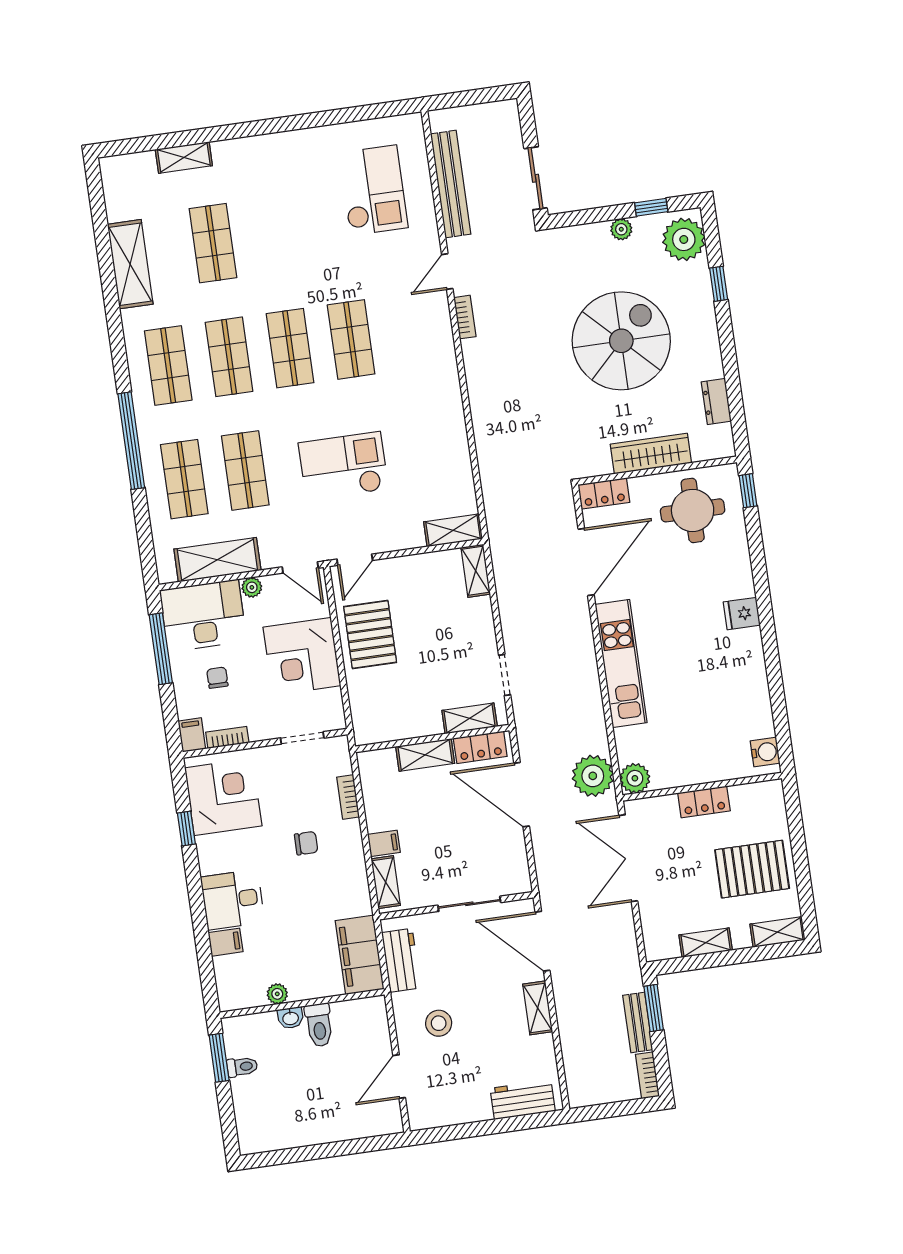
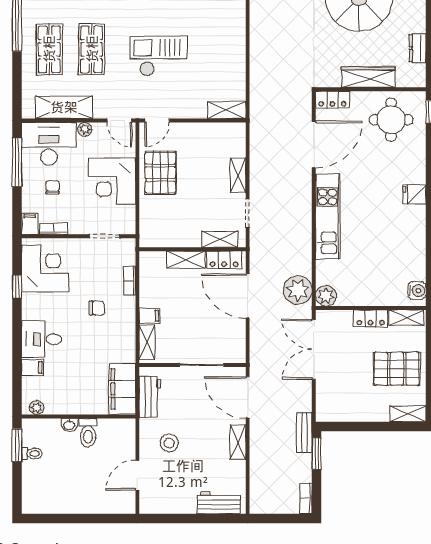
shelving: (476, 571) -> (238, 175), moved
shelving: (706, 943) -> (406, 318), moved
plant: (277, 994) -> (37, 407), moved
bench: (638, 1022) -> (304, 433), moved

